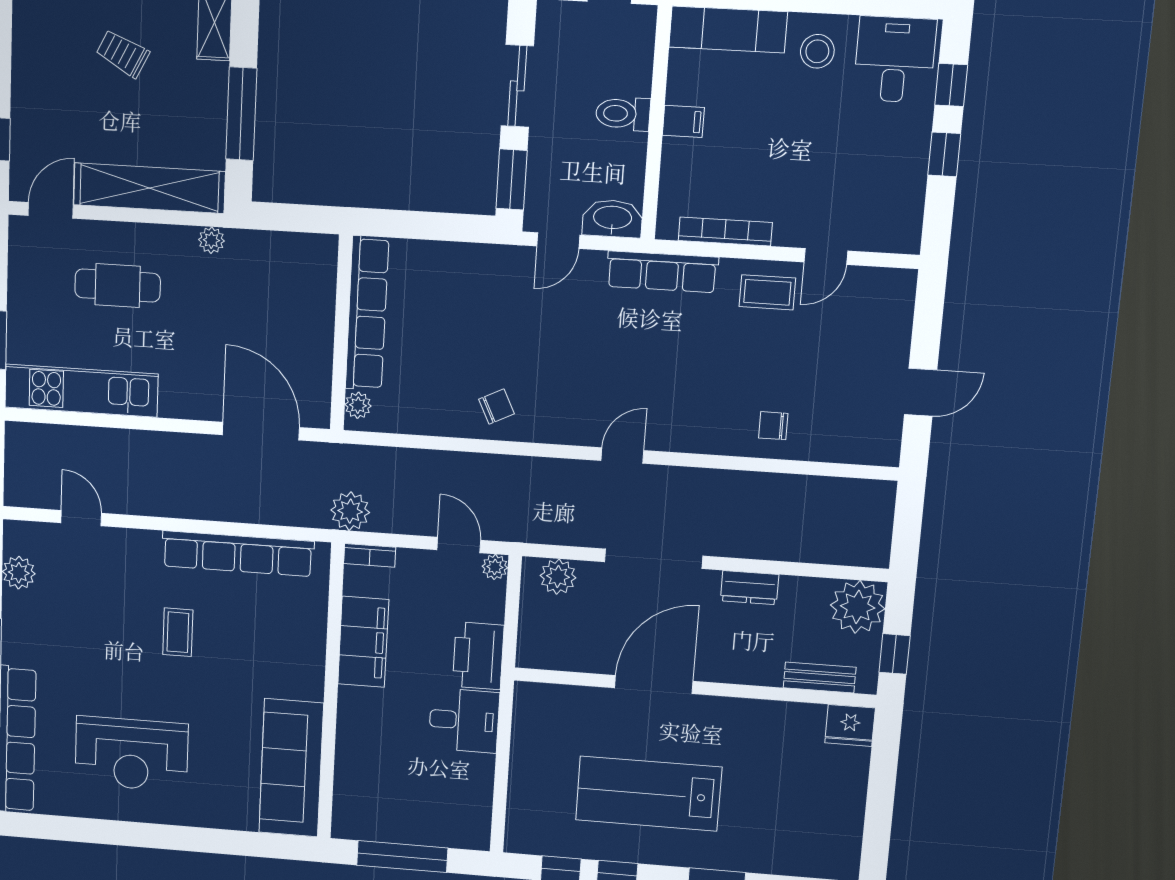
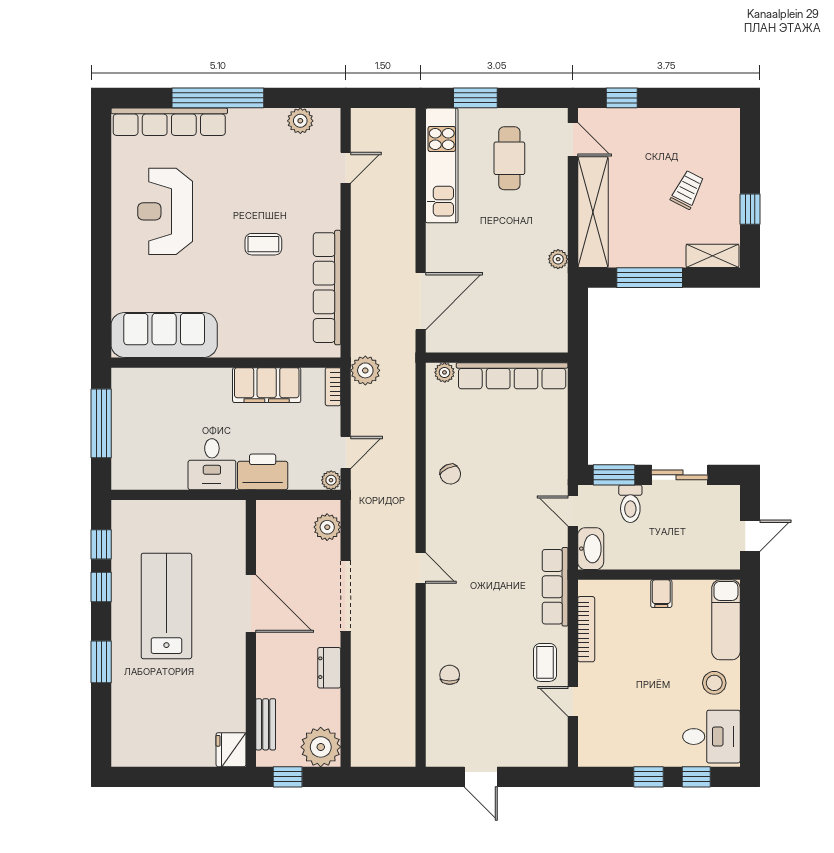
toilet: (623, 114) -> (630, 504), moved, turned 180
cafe table: (118, 286) -> (509, 158), moved

